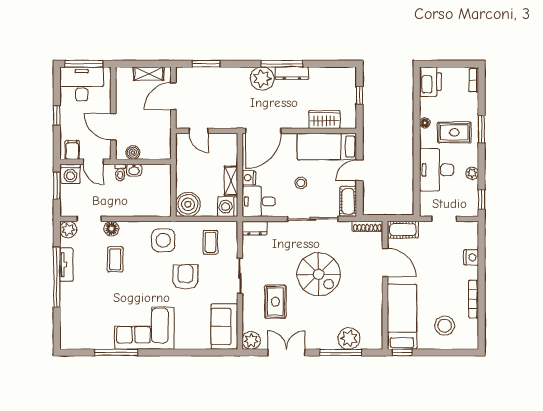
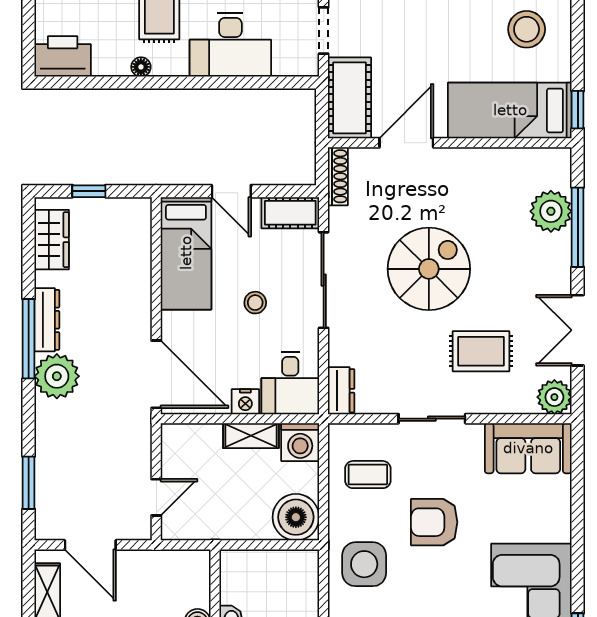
wardrobe: (324, 119) -> (52, 240), moved, turned 180
cot: (403, 230) -> (349, 98), width x1.37, depth x1.34

